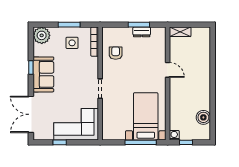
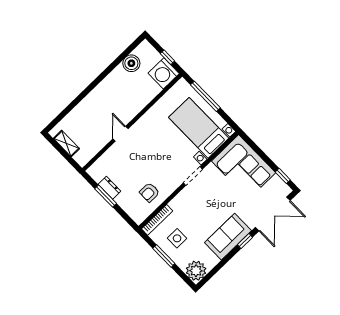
shelving: (180, 32) -> (66, 144), moved
window: (31, 68) -> (245, 241), moved
bed with nightstands: (146, 116) -> (199, 128), moved, turned 90
washing machine: (174, 135) -> (164, 73), width x1.89, depth x1.89
window: (60, 142) -> (283, 176), moved

